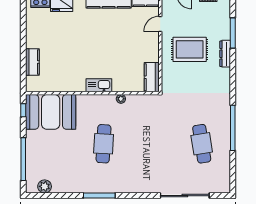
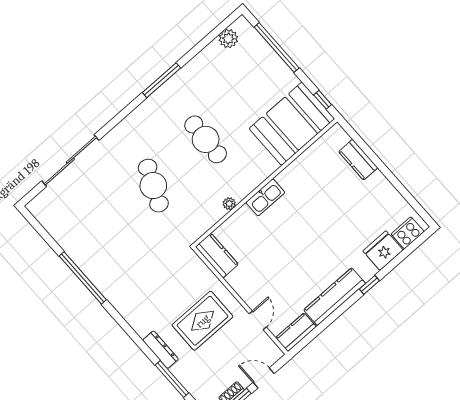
cafe table: (202, 144) -> (153, 186), moved, turned 33

